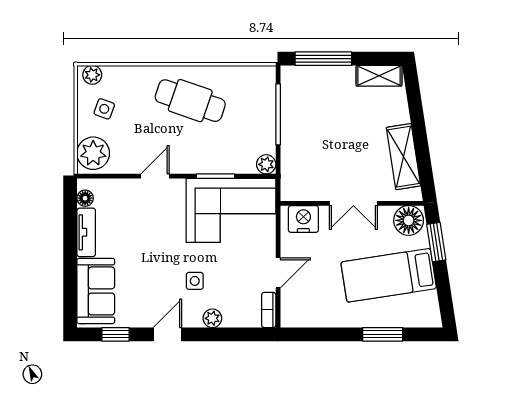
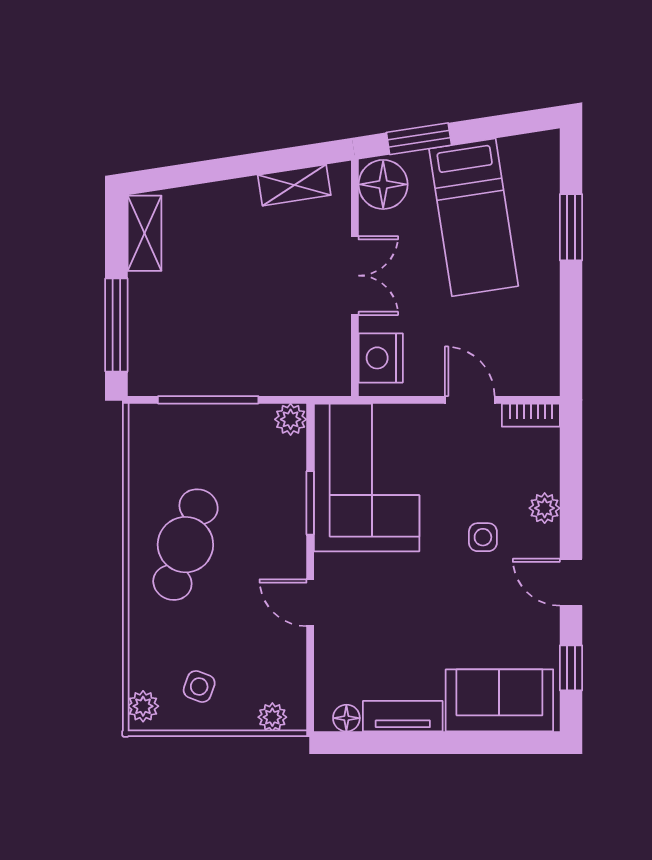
plant: (93, 153) -> (272, 717), width x0.53, depth x0.53
shelving: (403, 157) -> (294, 185), width x0.67, depth x0.75

